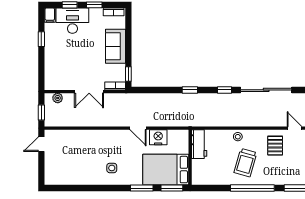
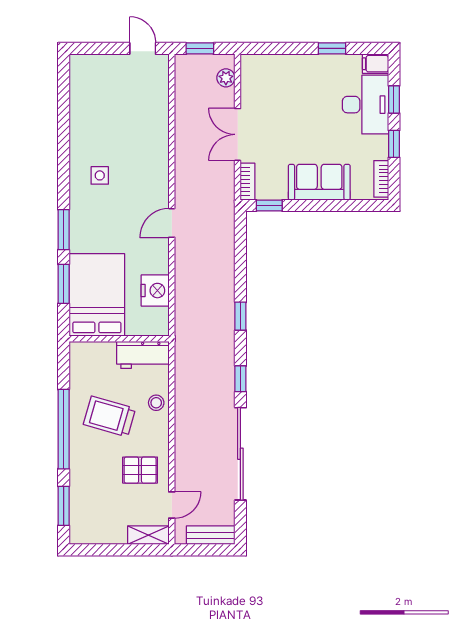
nightstand: (158, 137) -> (155, 291), moved
workbench: (199, 144) -> (143, 355), moved
wall: (190, 157) -> (119, 339), moved
bed: (166, 170) -> (97, 295), moved

